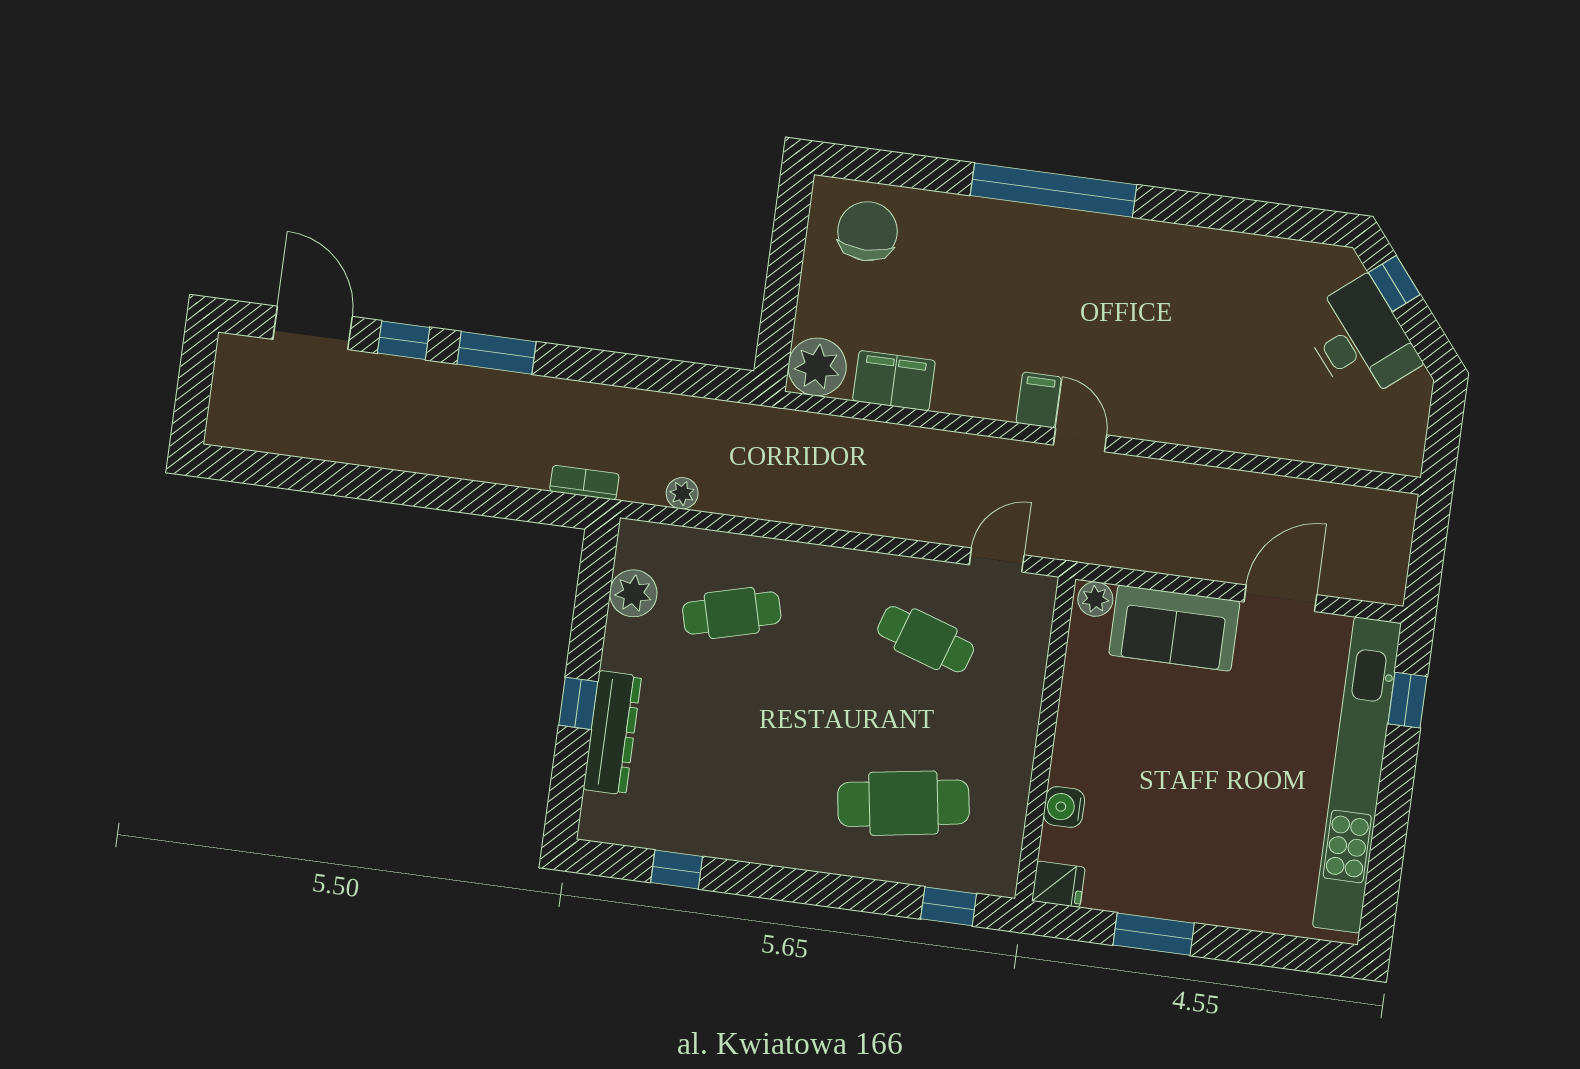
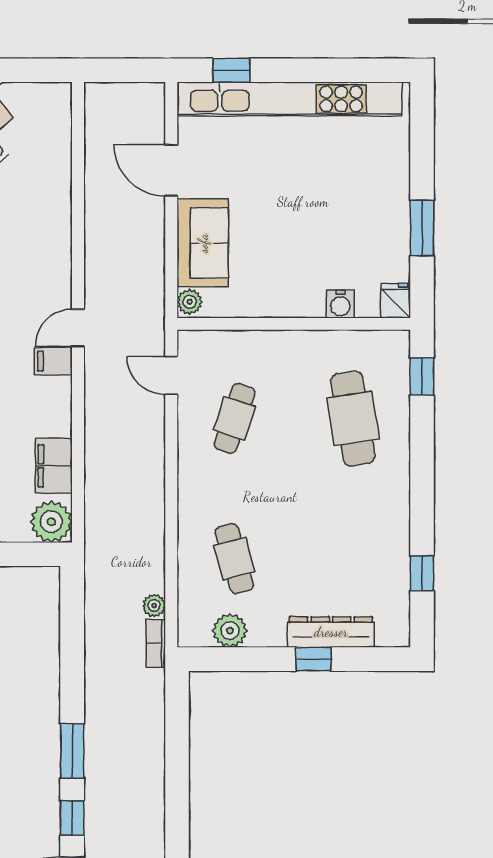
bookcase: (584, 483) -> (156, 643), moved

